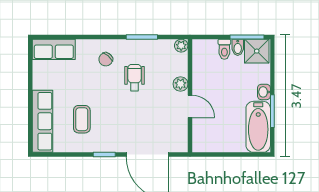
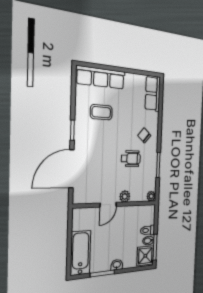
bathtub: (258, 127) -> (81, 253), moved, turned 90

